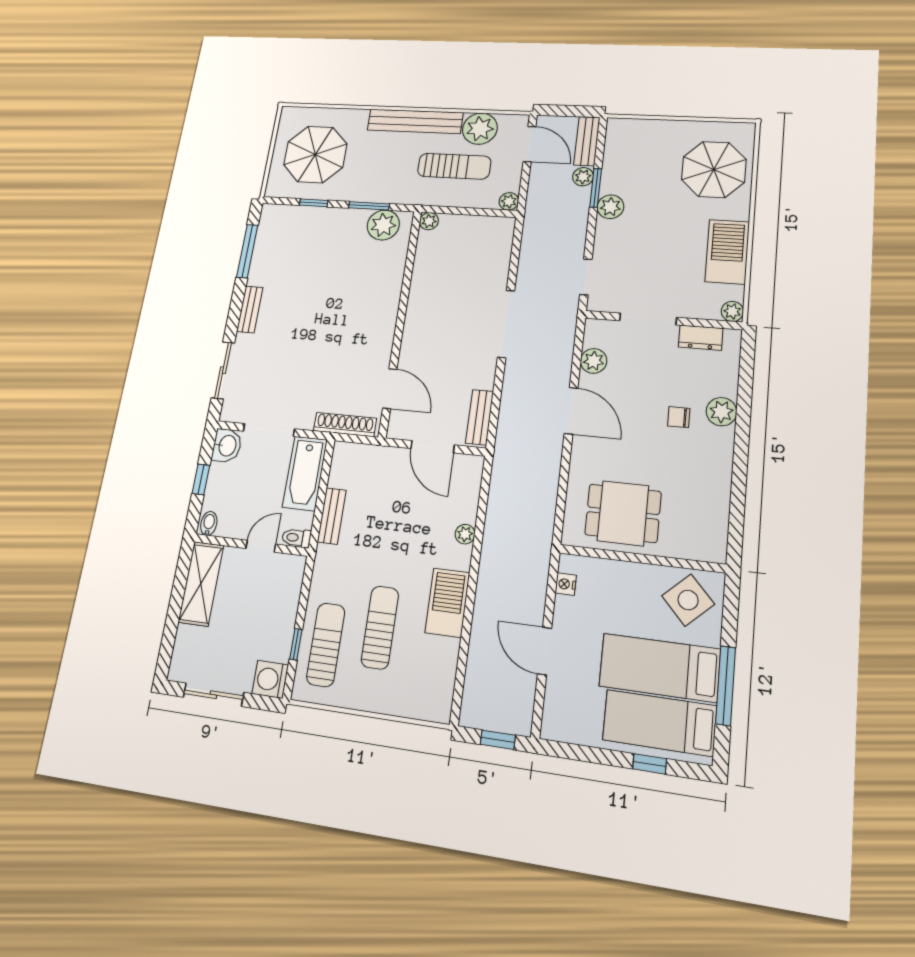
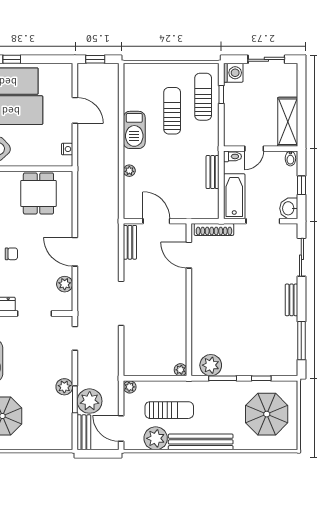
sun lounger: (454, 166) -> (169, 410), turned 180
plant: (583, 177) -> (90, 401), width x1.88, depth x1.88
dining table: (623, 513) -> (38, 193), turned 90
sun lounger: (380, 627) -> (172, 111), turned 180
sun lounger: (326, 645) -> (203, 97), turned 180

